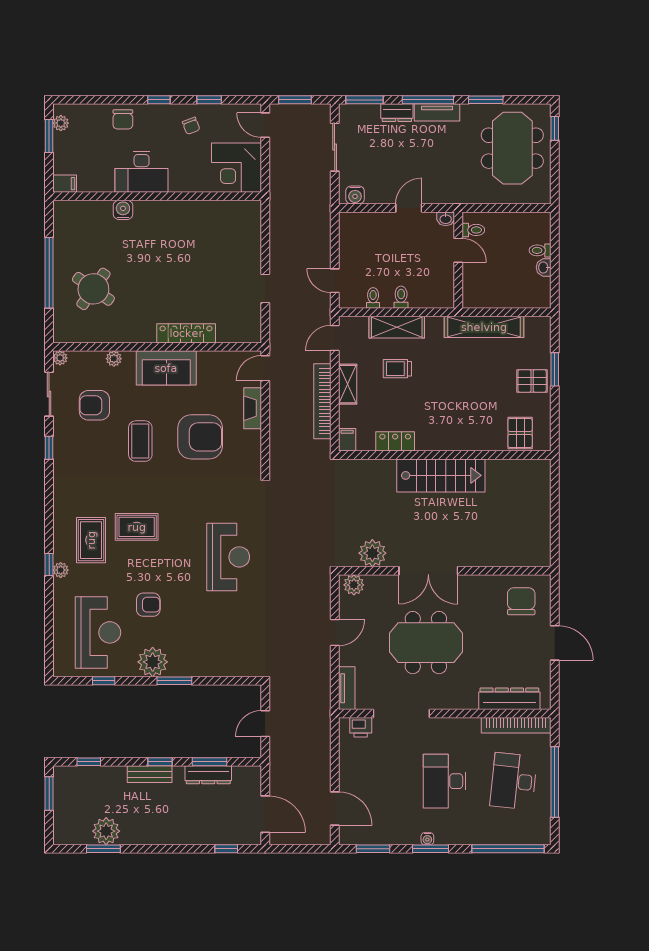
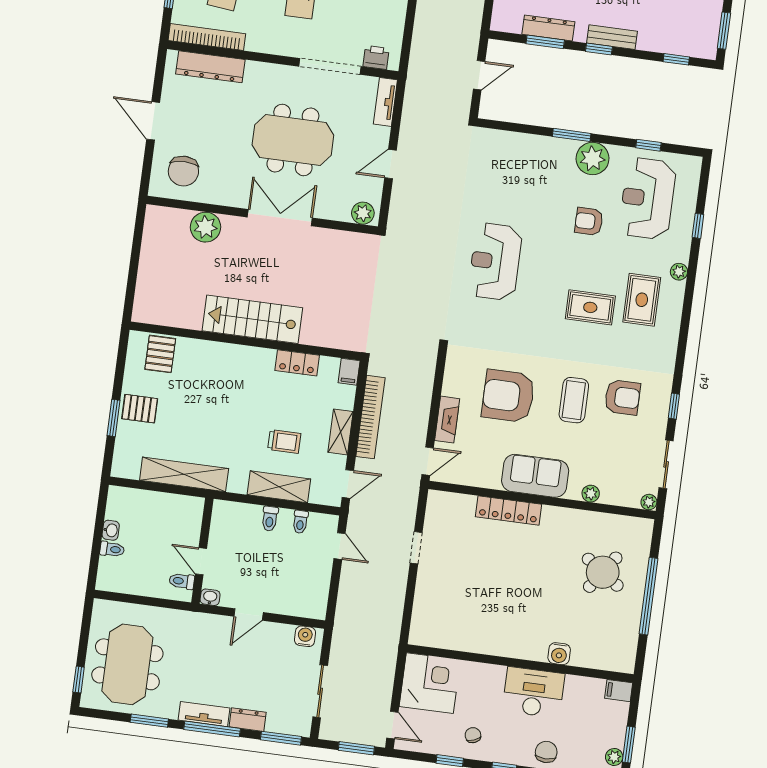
armchair: (94, 405) -> (622, 397), moved
plant: (372, 553) -> (206, 227), moved
window: (49, 564) -> (698, 226), moved

